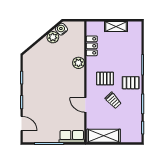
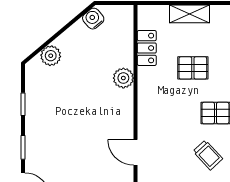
plant: (53, 37) -> (51, 56), moved
pallet: (105, 79) -> (193, 68), moved
trolley: (113, 100) -> (208, 155), moved

